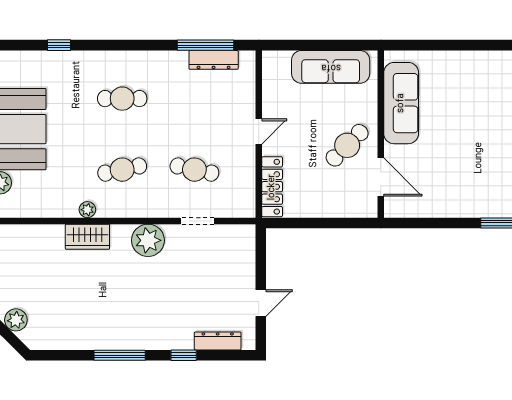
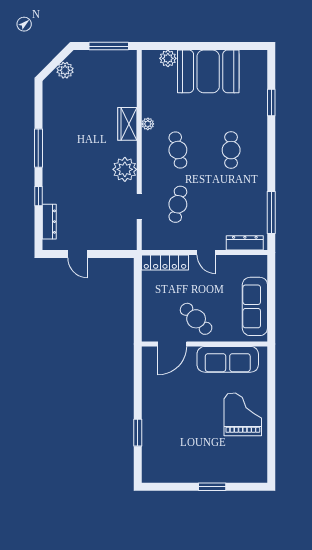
window: (59, 45) -> (271, 103), width x1.50
dresser: (214, 60) -> (245, 243), moved, turned 90
grand piano: (474, 83) -> (243, 414), added

